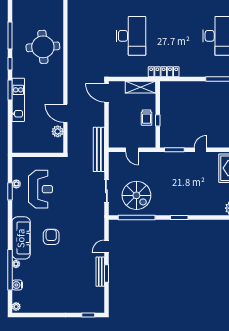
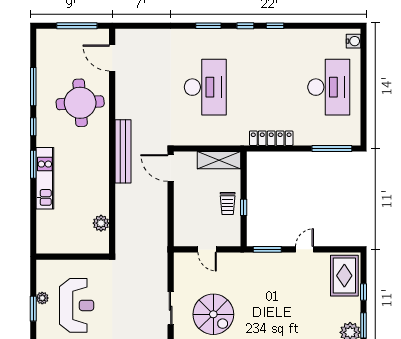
locker: (164, 72) -> (271, 138), moved
door: (65, 113) -> (112, 58), moved
bench: (99, 149) -> (123, 151), moved

